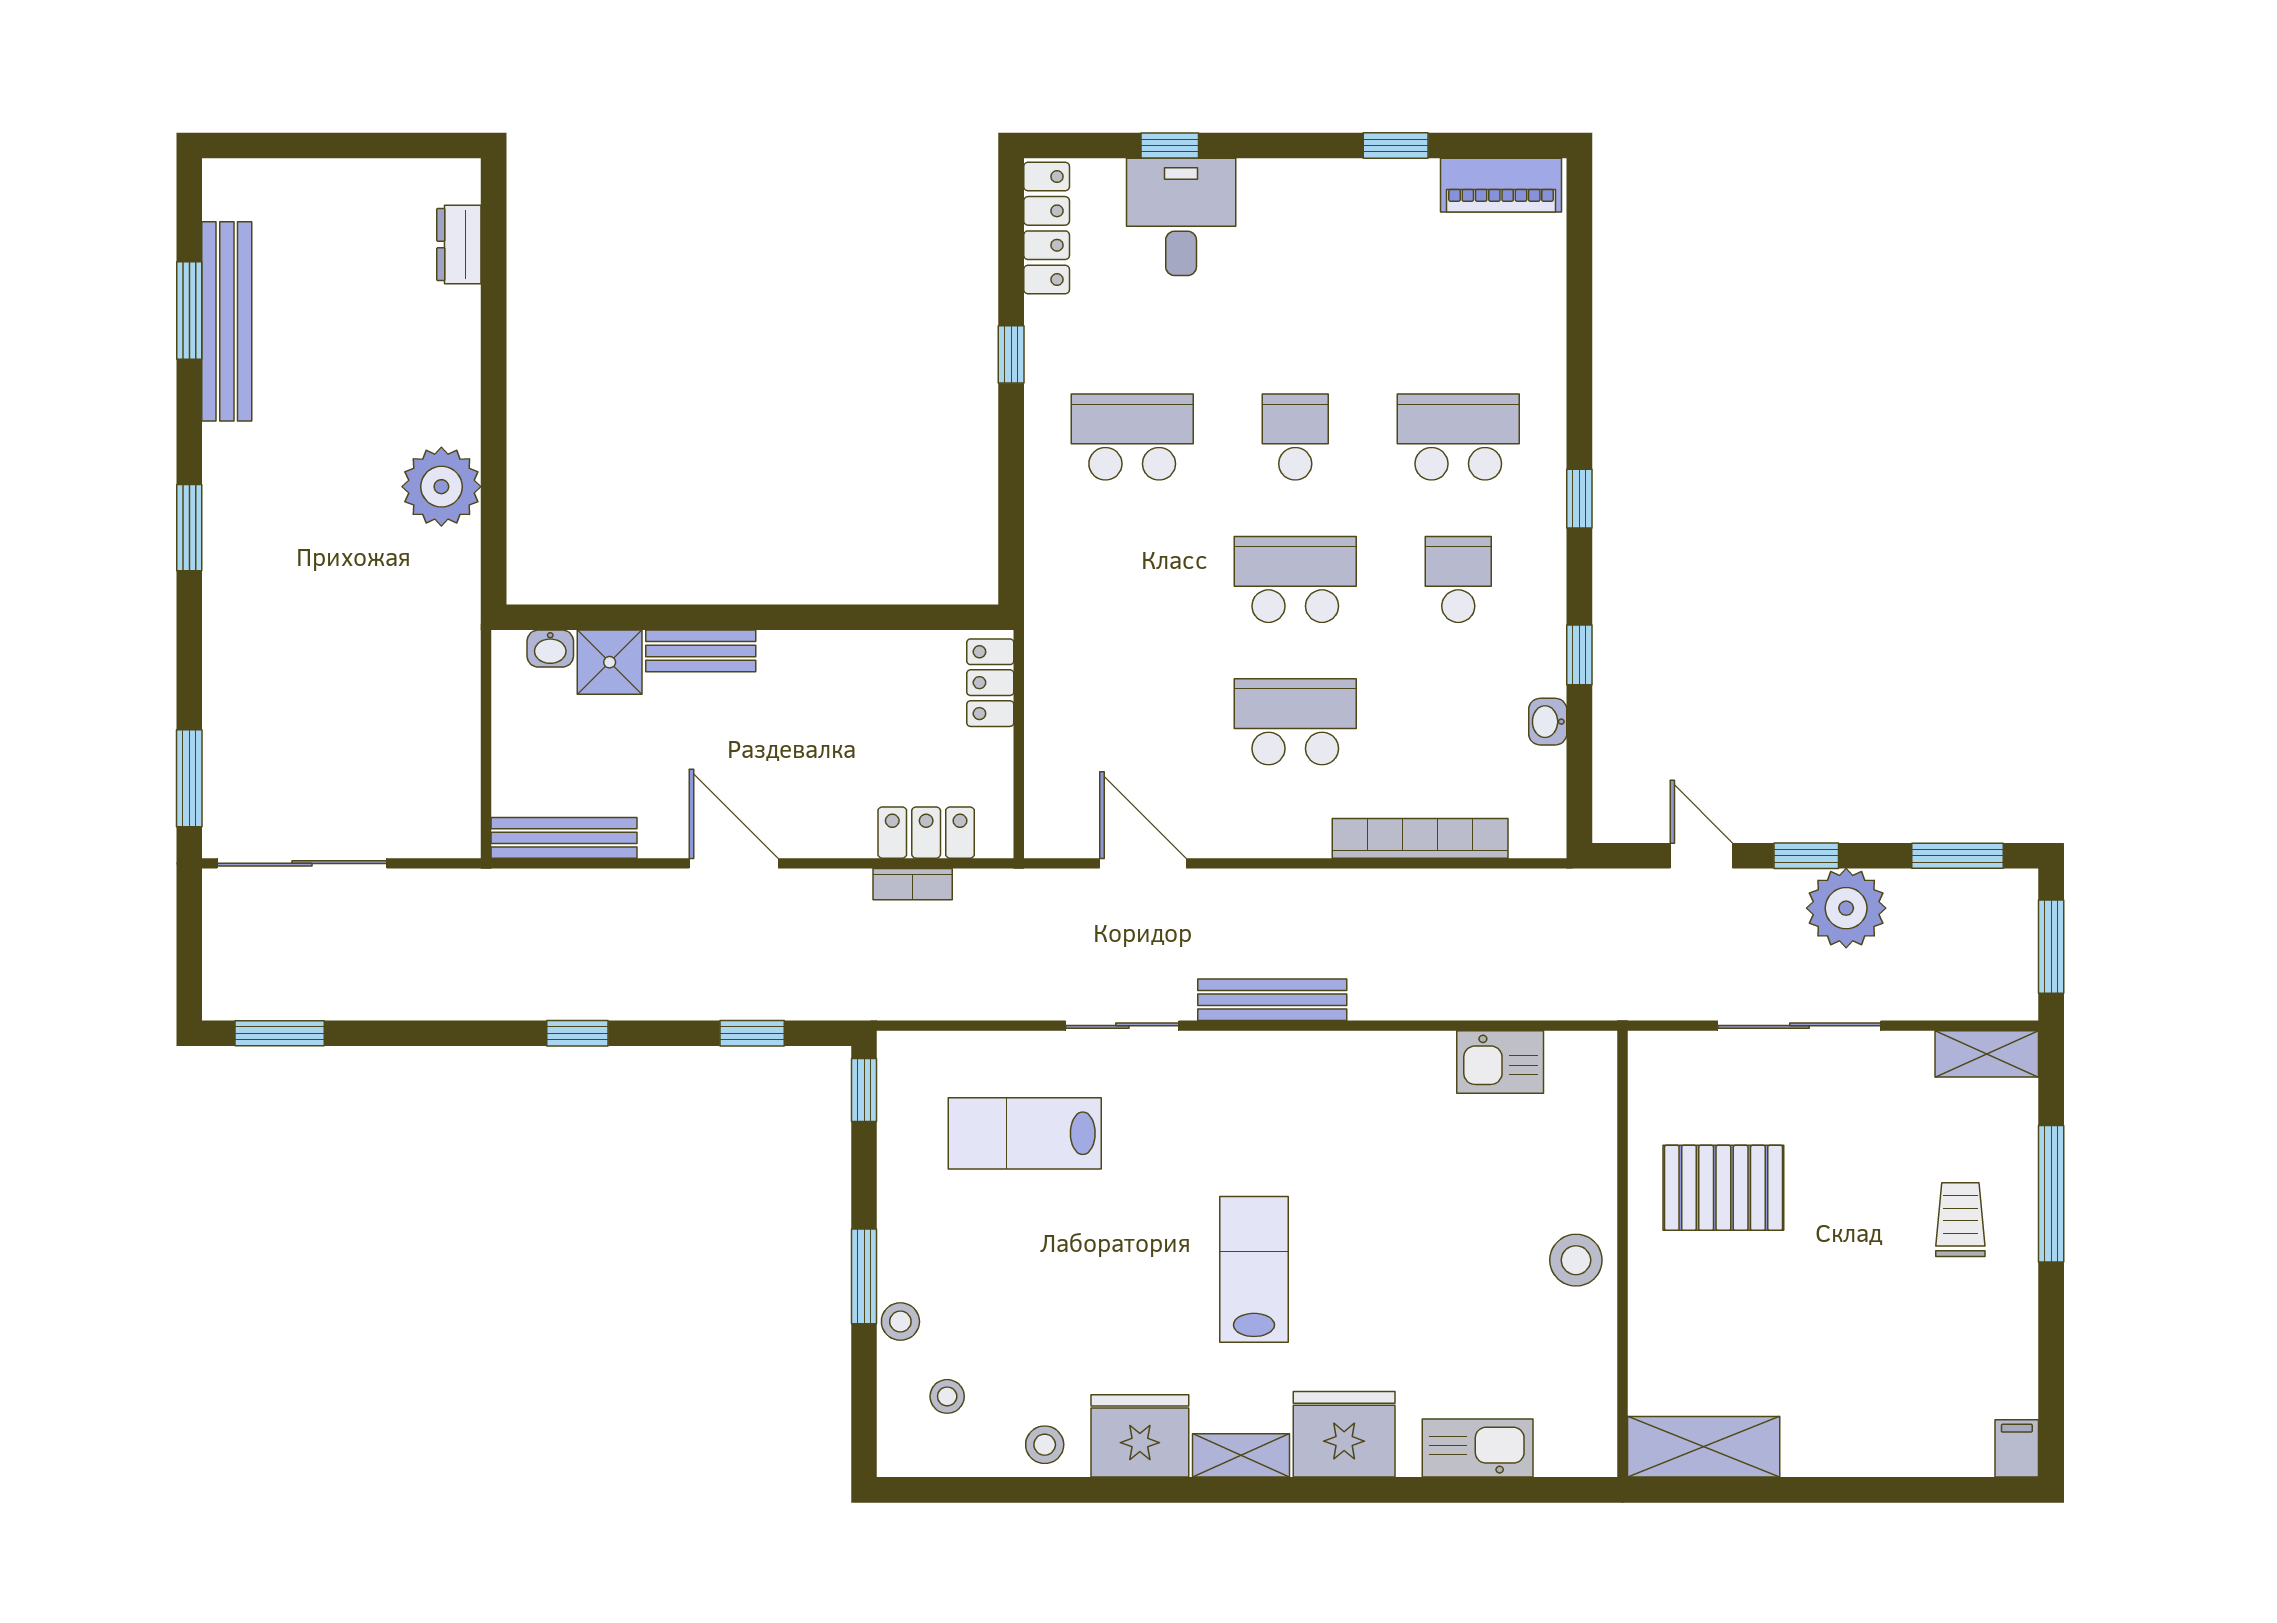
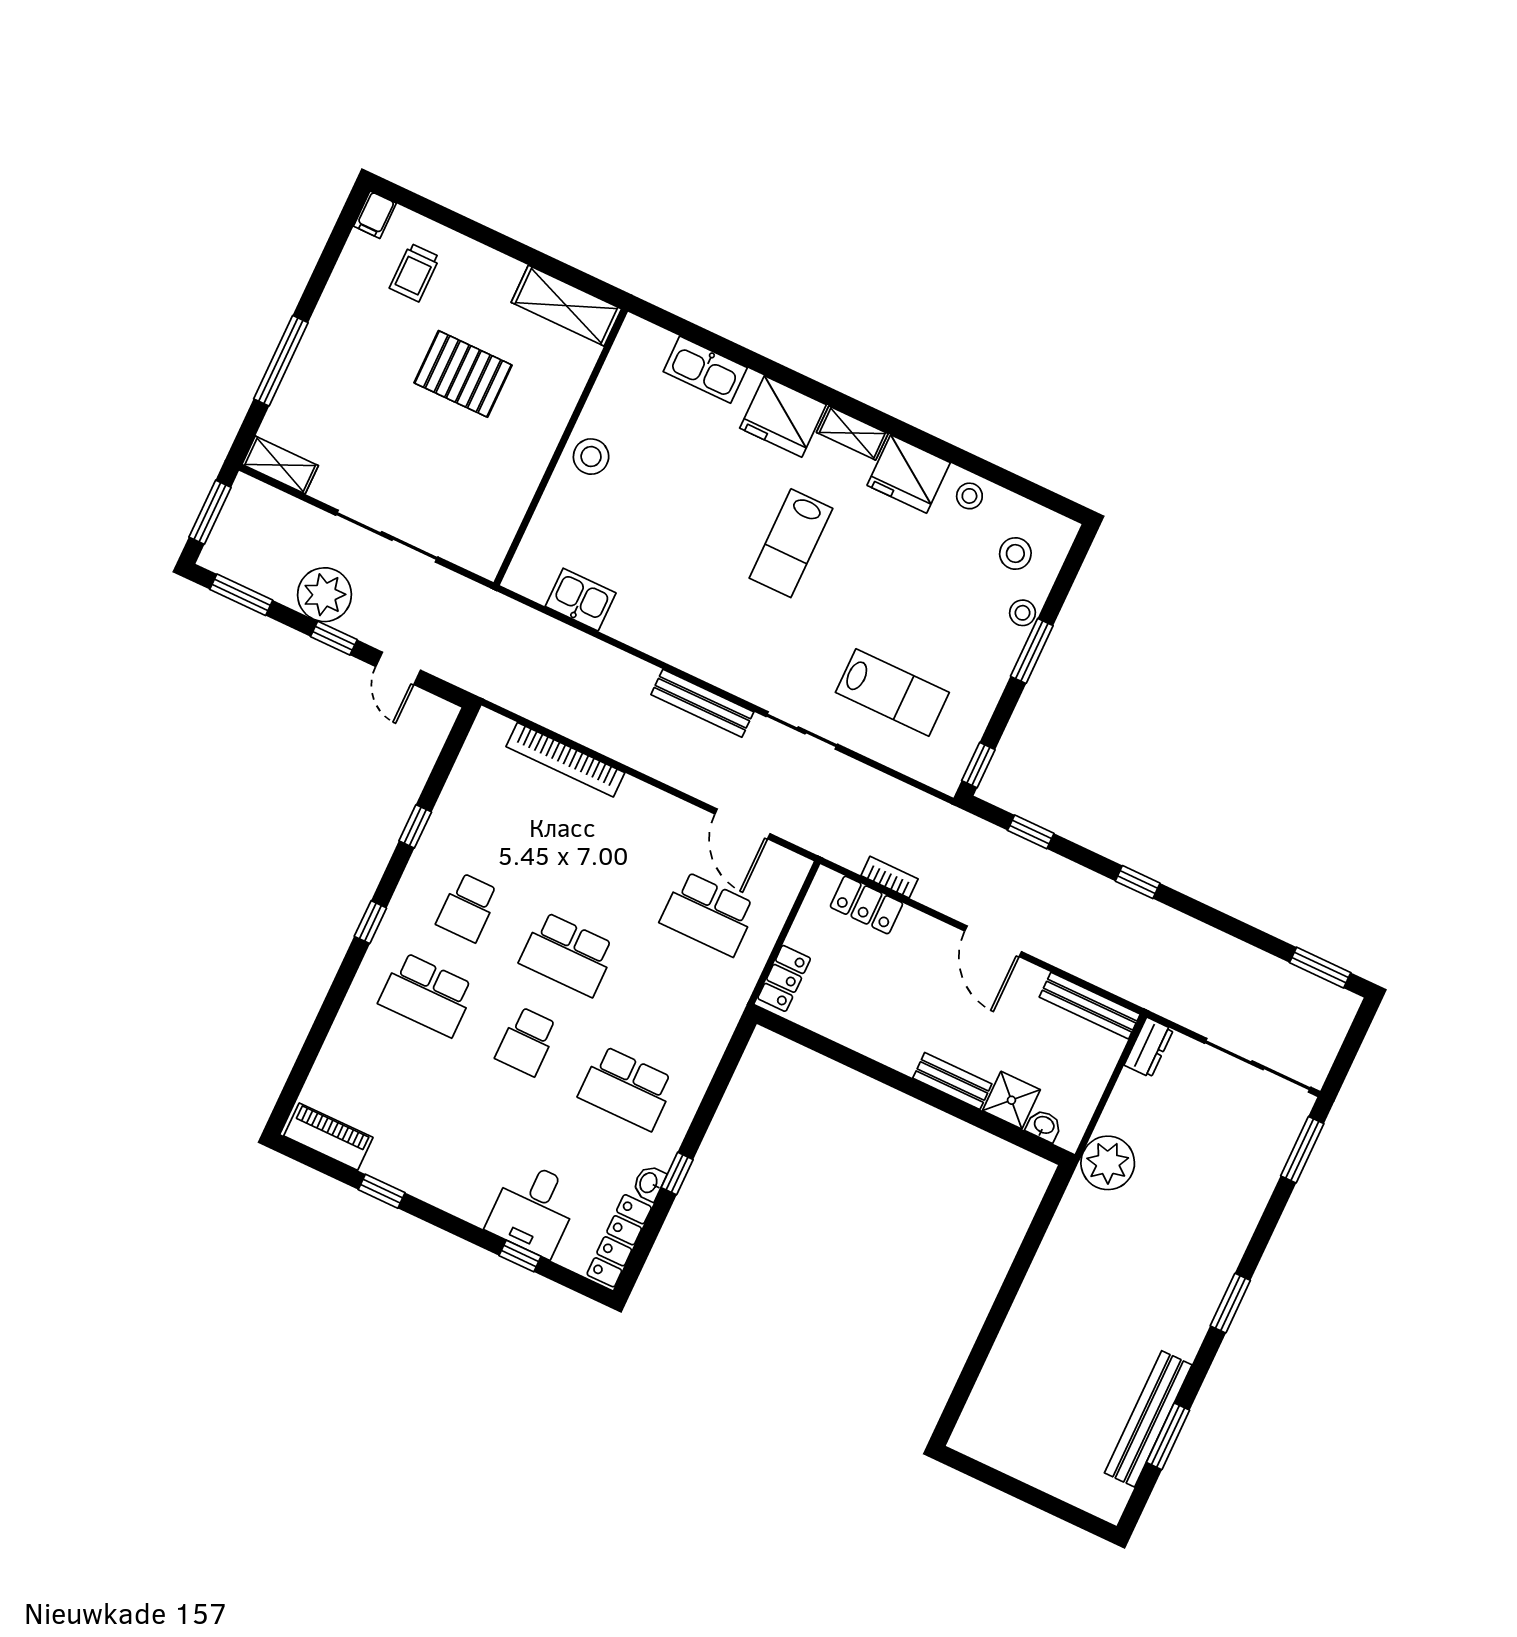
dresser: (459, 244) -> (1149, 1047), moved
plant: (441, 487) -> (1108, 1163), moved
school desk: (1295, 722) -> (708, 914), moved
washbasin: (1548, 722) -> (649, 1183), moved, turned 180
pallet: (1723, 1188) -> (463, 374), moved
trolley: (1960, 1220) -> (415, 272), moved
stool: (947, 1396) -> (1015, 554), width x1.37, depth x1.37

